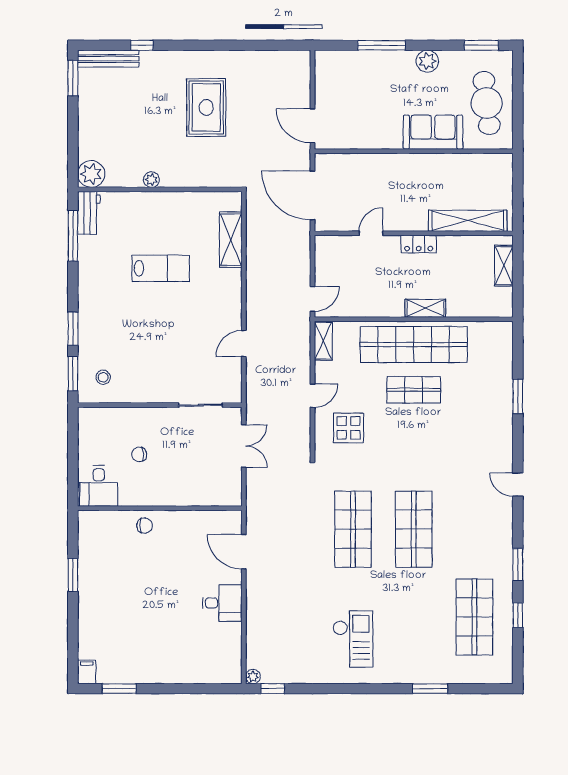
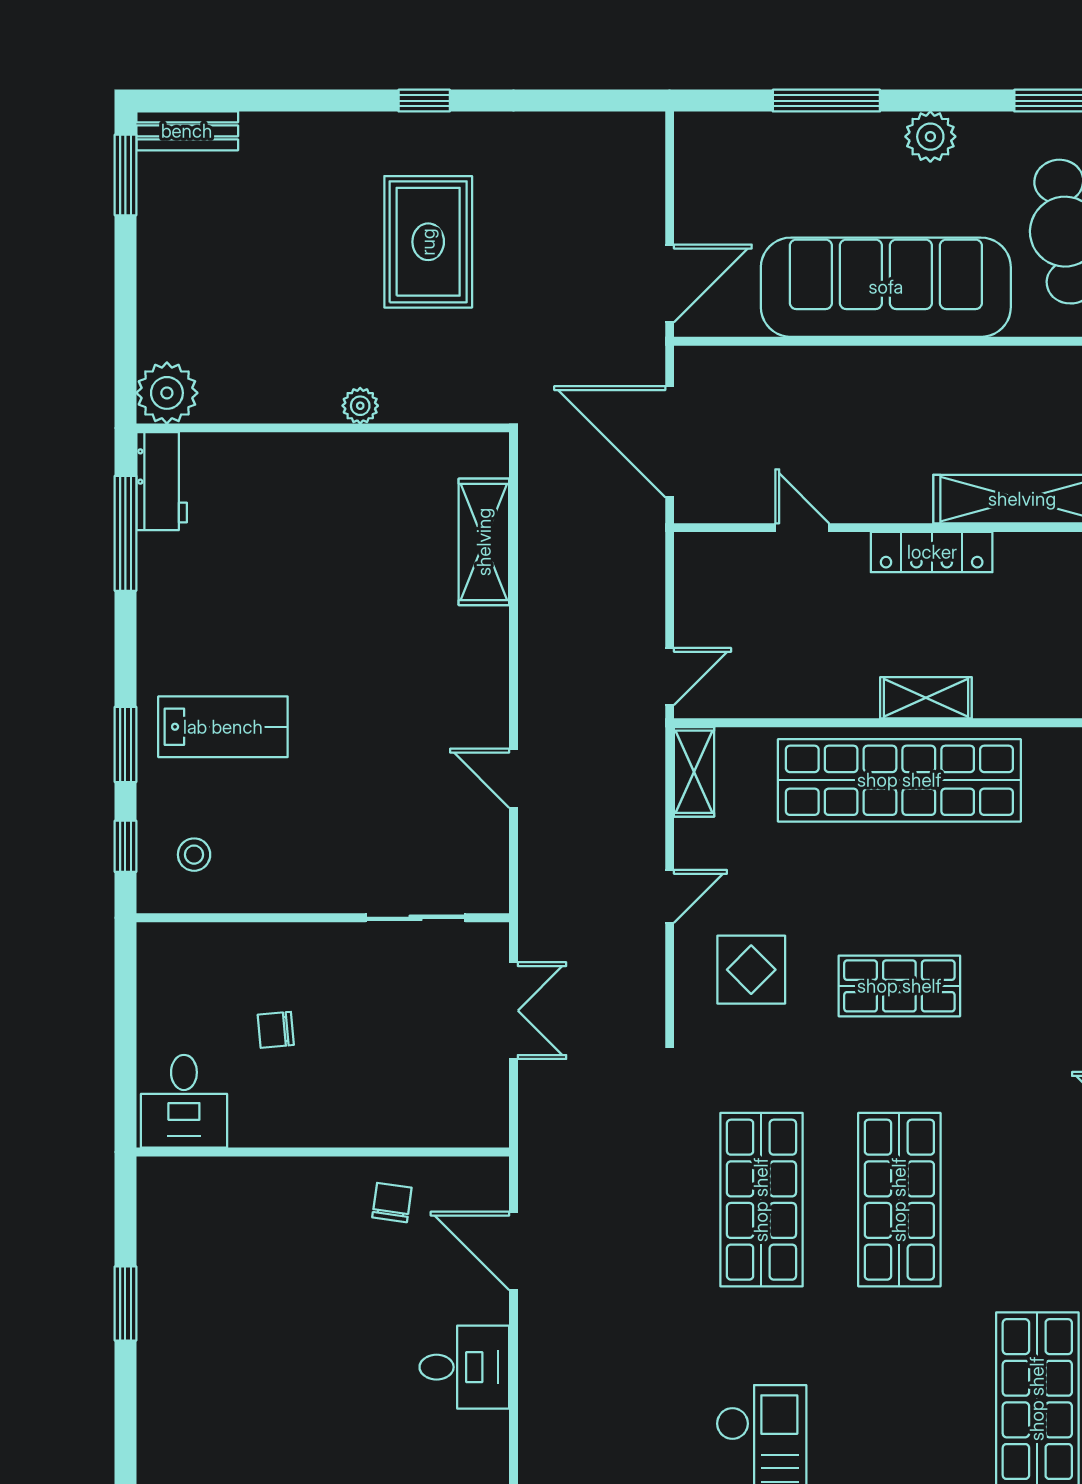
window: (142, 45) -> (424, 101), moved
bench: (108, 59) -> (187, 131), width x0.73
door: (313, 126) -> (670, 283), swing flipped
sofa: (433, 132) -> (886, 287), width x1.85, depth x1.27
plant: (151, 180) -> (360, 406), moved
door: (371, 233) -> (802, 528), hinge flipped
locker: (419, 244) -> (932, 552), width x1.53
lab bench: (161, 268) -> (223, 727), moved
door: (244, 344) -> (514, 778), hinge flipped
window: (73, 374) -> (125, 846), width x0.67
shop shelf: (414, 390) -> (899, 986), moved
chair: (145, 526) -> (392, 1203), moved, turned -82

